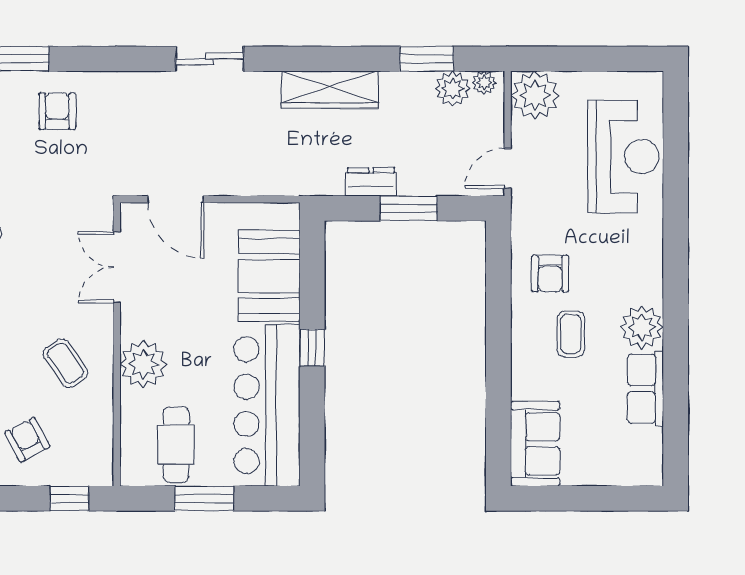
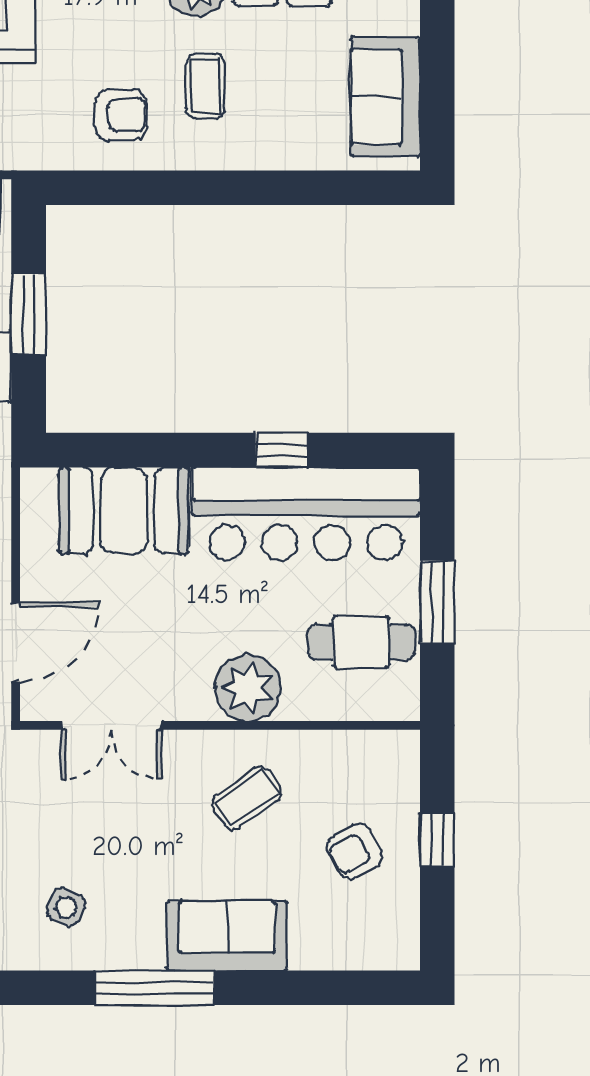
coffee table: (571, 334) -> (205, 86), turned 90
window: (312, 348) -> (282, 450), moved
sofa: (535, 444) -> (385, 97), moved, turned -90
window: (69, 498) -> (437, 840), moved

